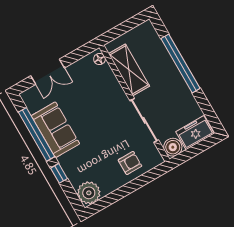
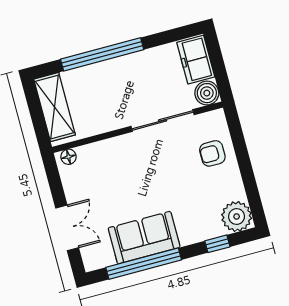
shelving: (129, 70) -> (55, 107), moved, turned 90
armchair: (130, 163) -> (212, 153), turned -90
window: (59, 173) -> (217, 244), moved

